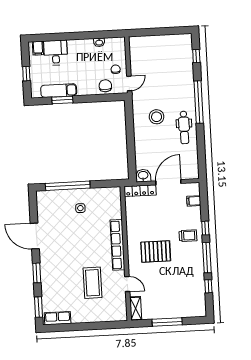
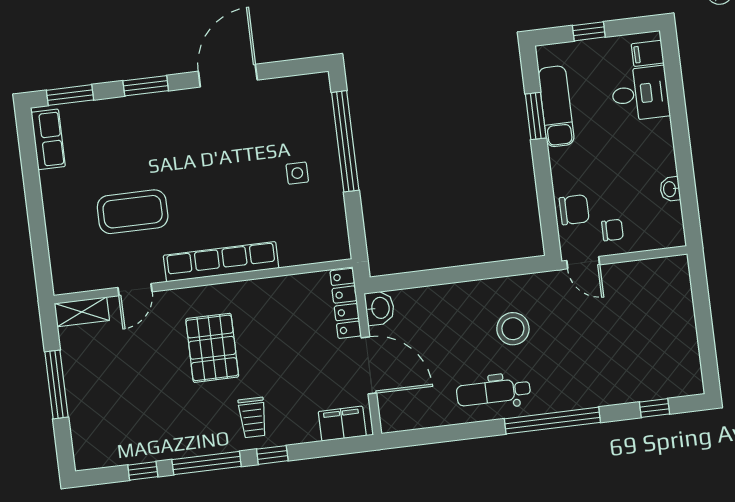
filing cabinet: (194, 201) -> (342, 424), width x2.00

